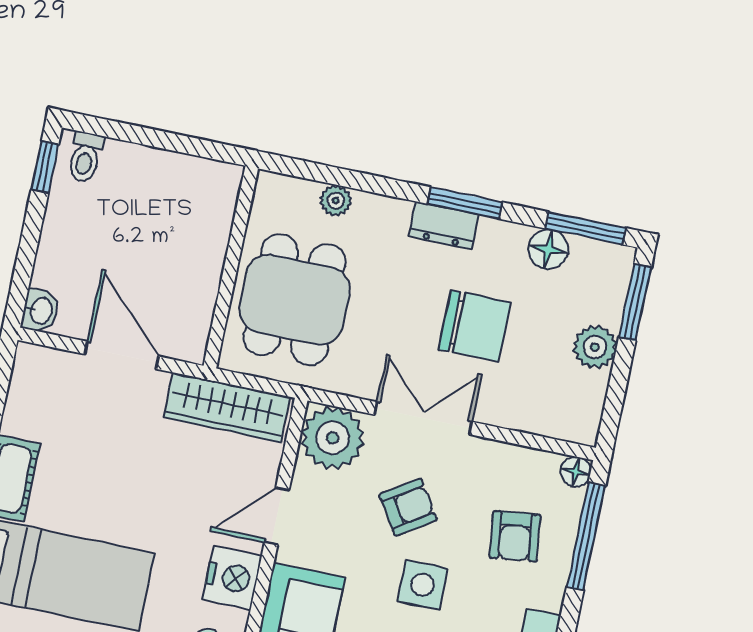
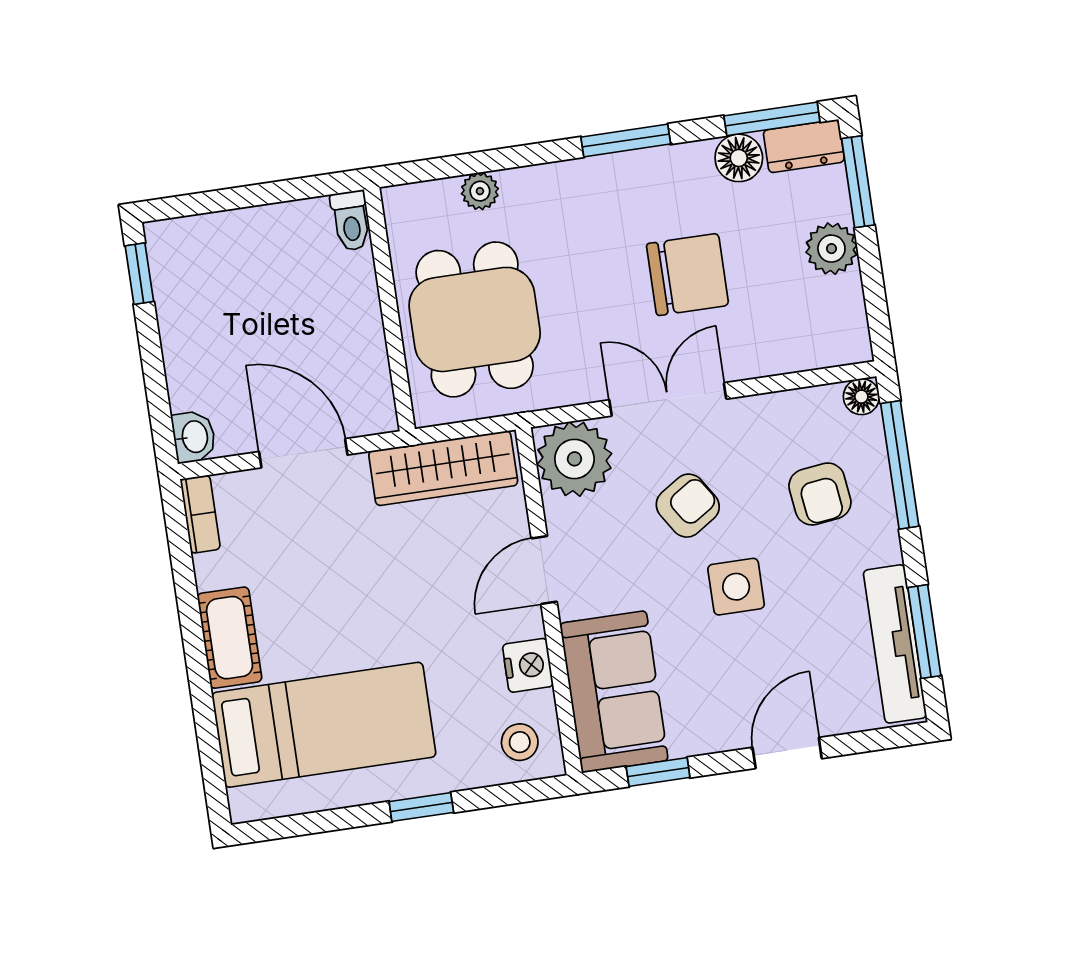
toilet: (85, 157) -> (351, 221), moved
dresser: (444, 225) -> (804, 146), moved
bookcase: (23, 373) -> (200, 514), added
nightstand: (232, 578) -> (528, 665), width x0.74, depth x0.75

